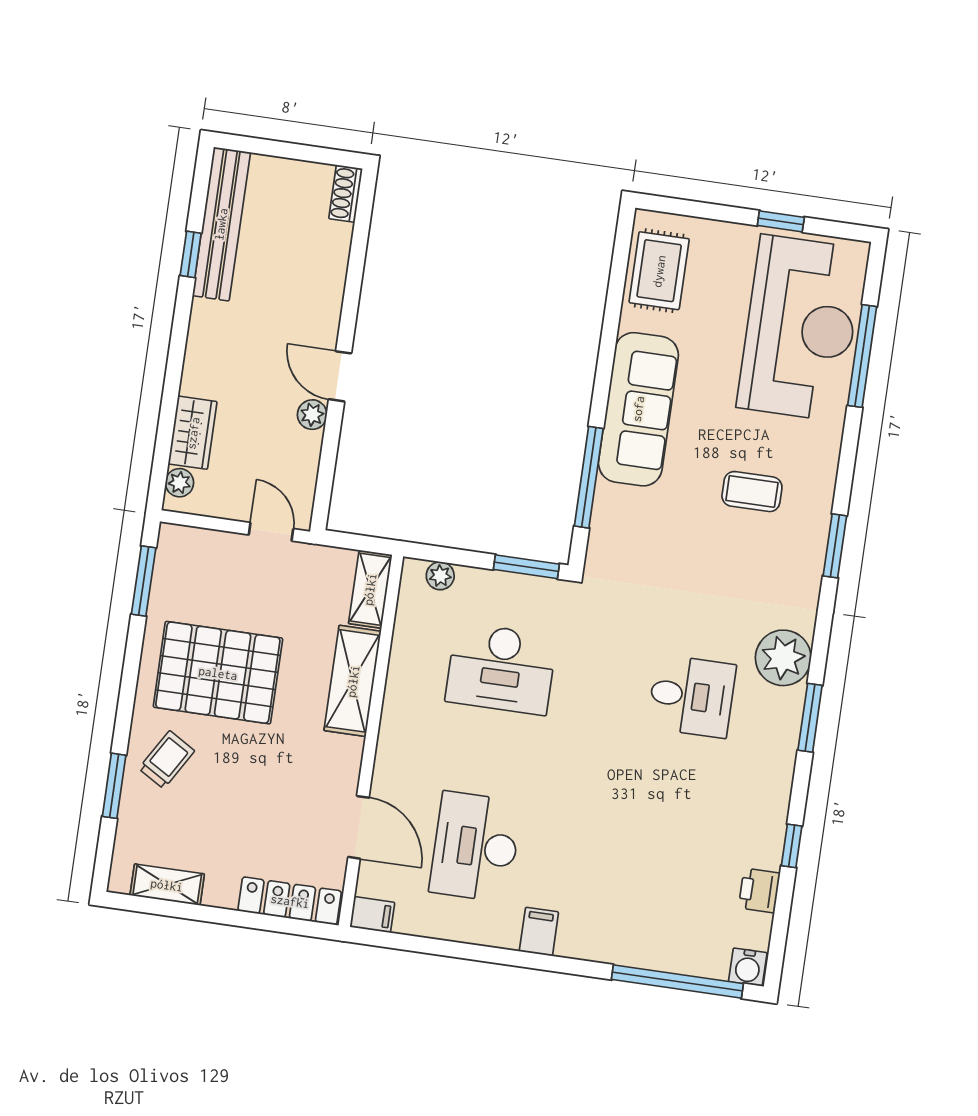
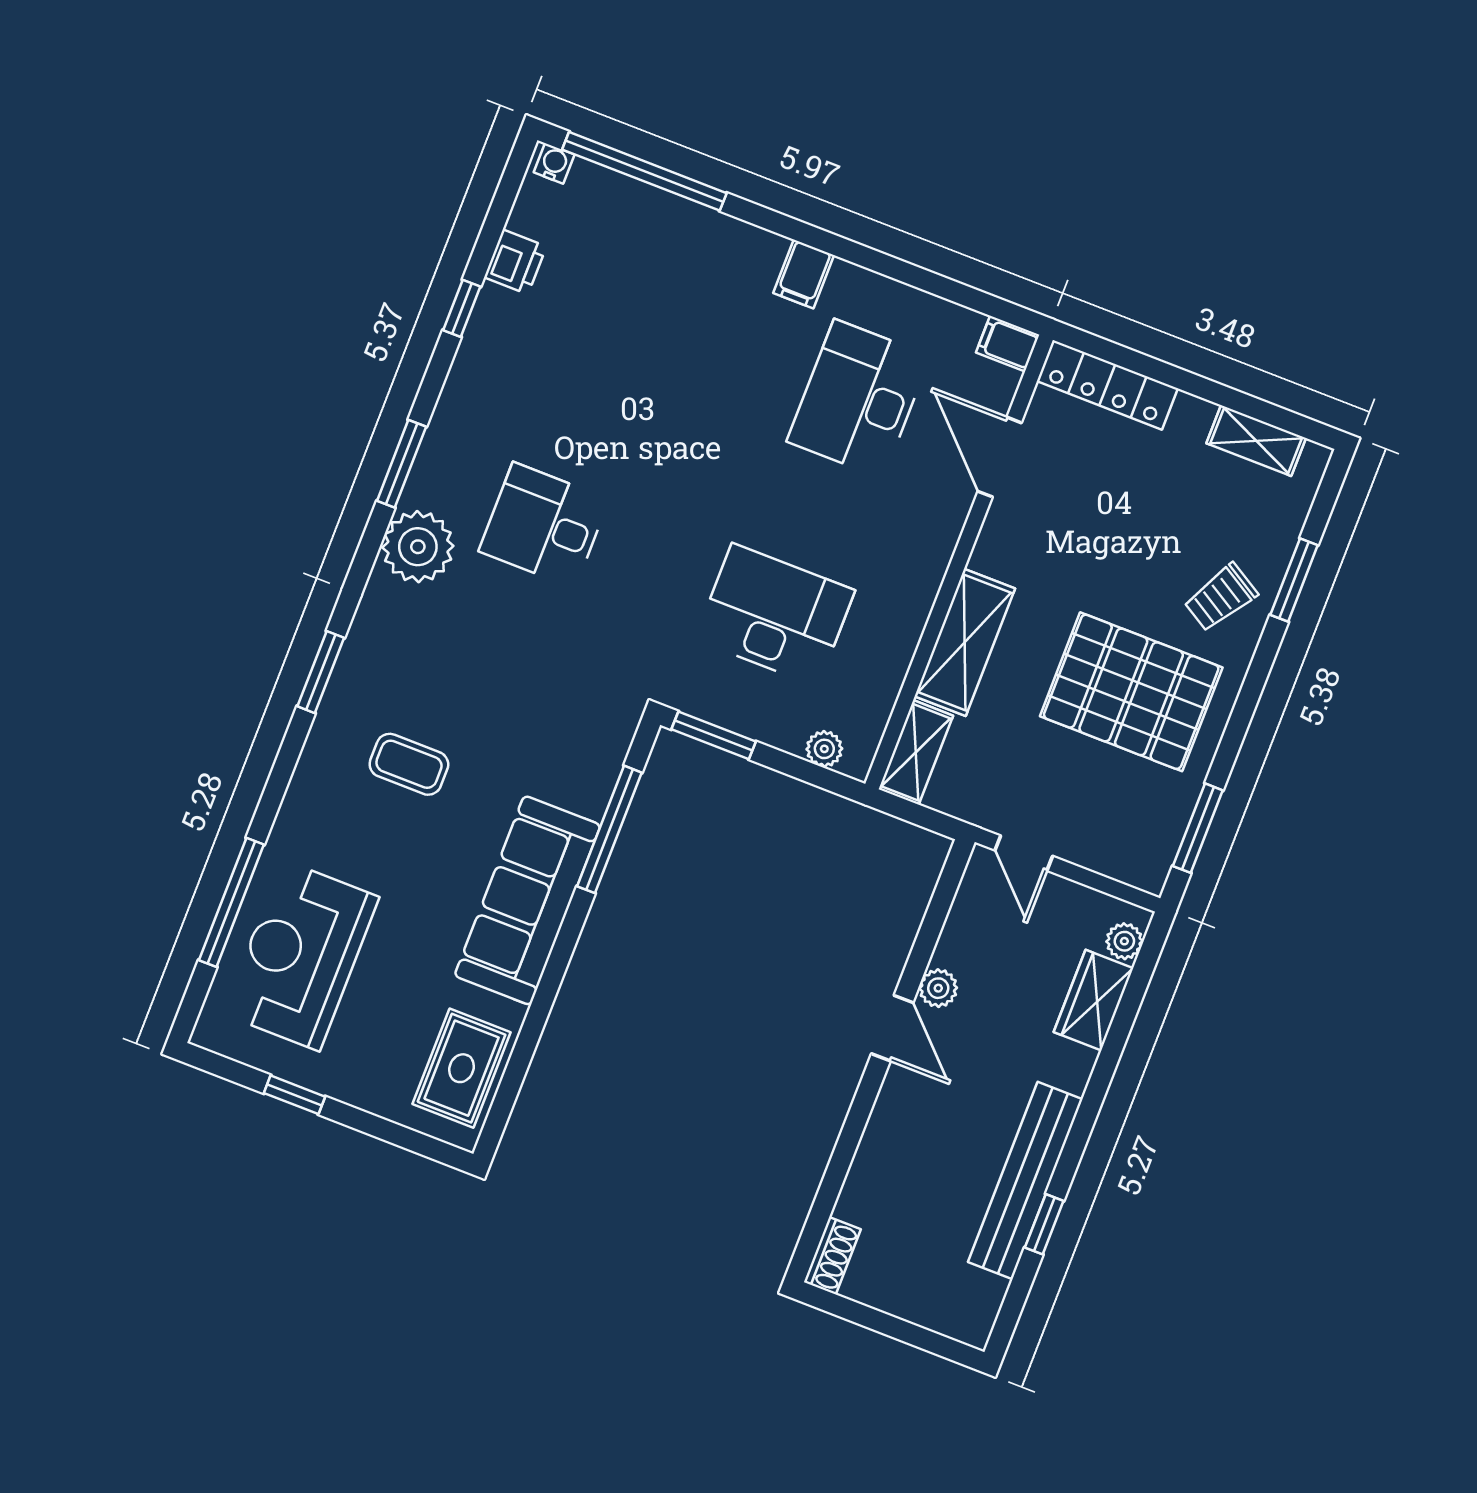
bench: (221, 224) -> (1025, 1181), moved
reception desk: (800, 328) -> (301, 955), width x0.74, depth x0.77
desk: (475, 847) -> (859, 399), turned 180
water cooler: (748, 967) -> (554, 163), width x0.72, depth x0.72

